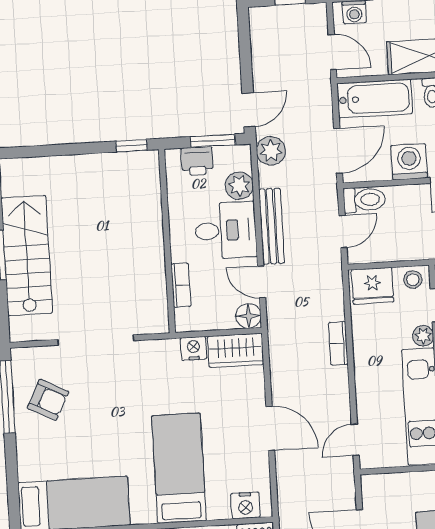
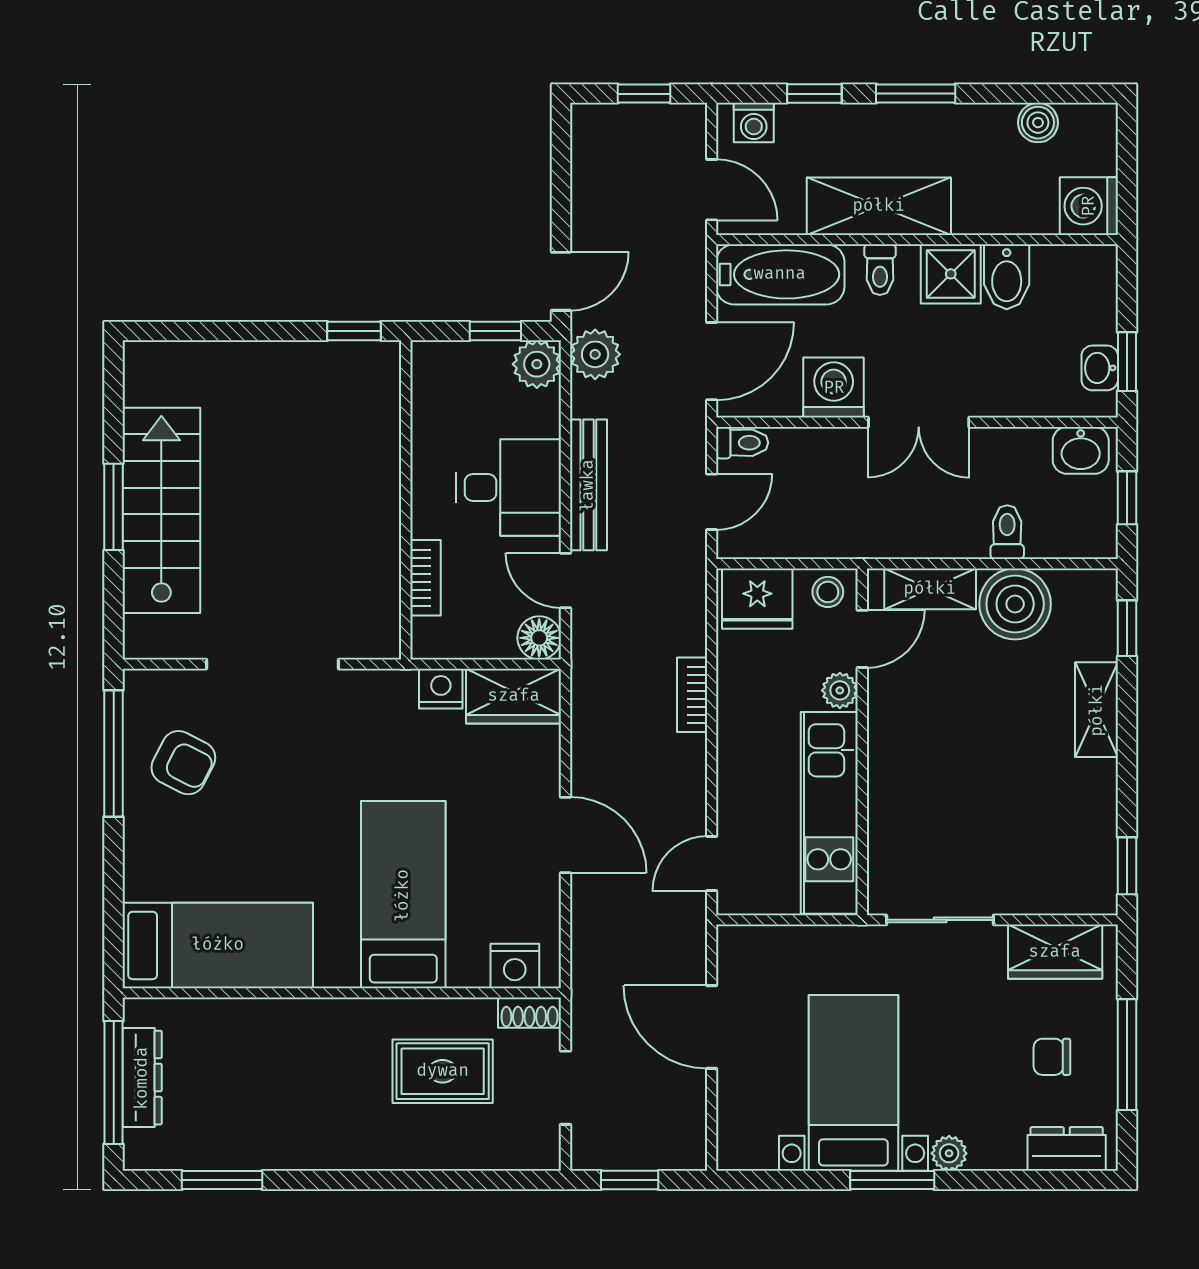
window: (213, 141) -> (495, 331), width x0.67
printer: (197, 161) -> (466, 364), removed
plant: (239, 186) -> (537, 364), moved
toilet: (364, 200) -> (742, 443), width x0.73, depth x0.72

